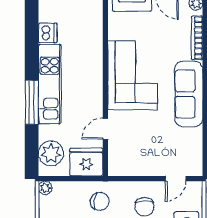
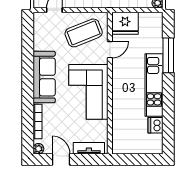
window: (32, 102) -> (168, 55), moved
coffee table: (139, 150) -> (84, 33), added
plant: (51, 153) -> (153, 30), removed

